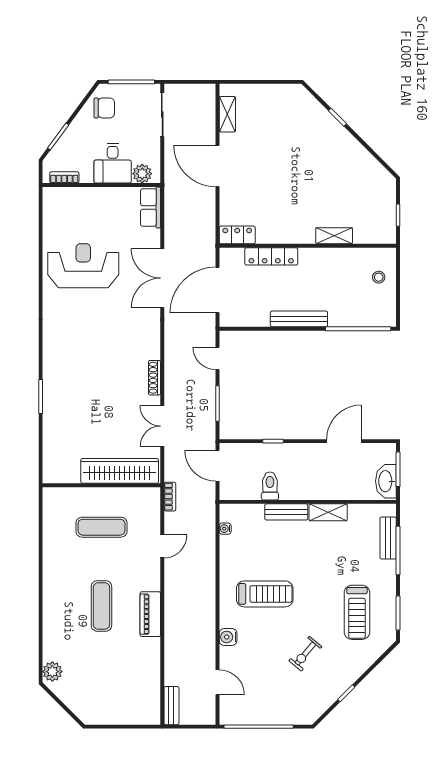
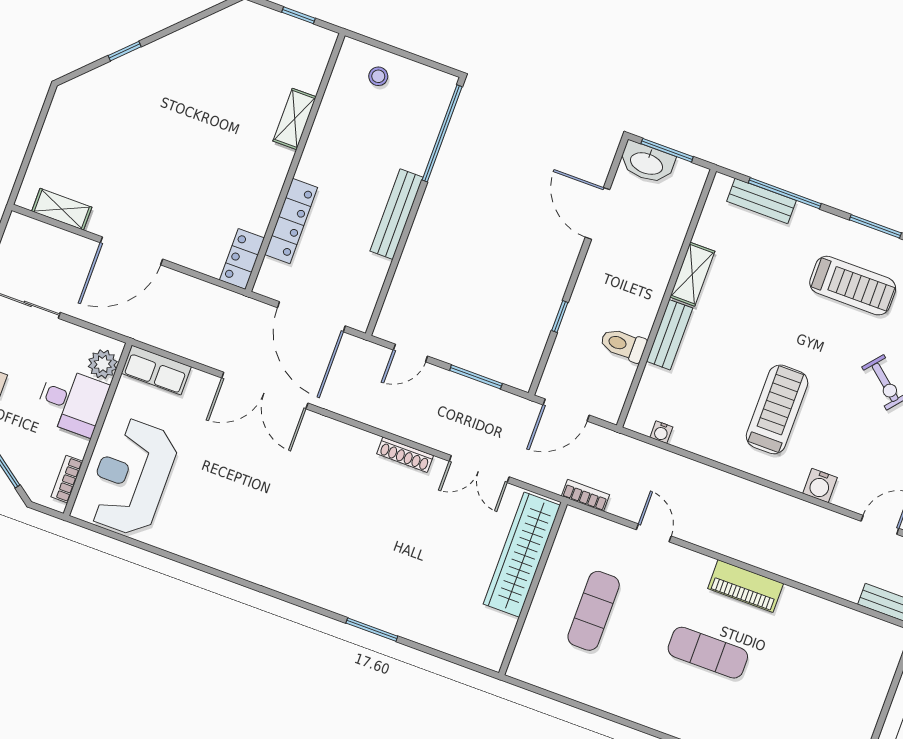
reception desk: (83, 266) -> (131, 477), moved
washbasin: (386, 481) -> (647, 163), moved

